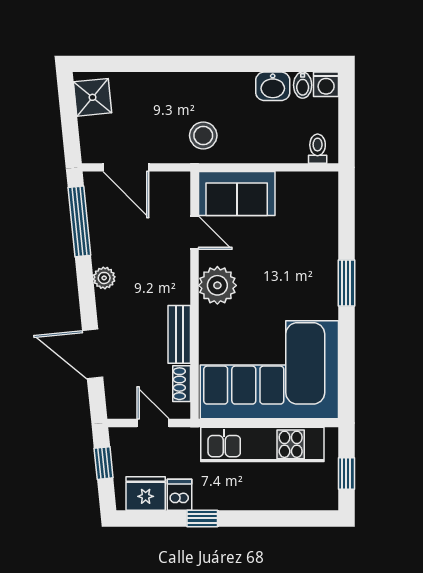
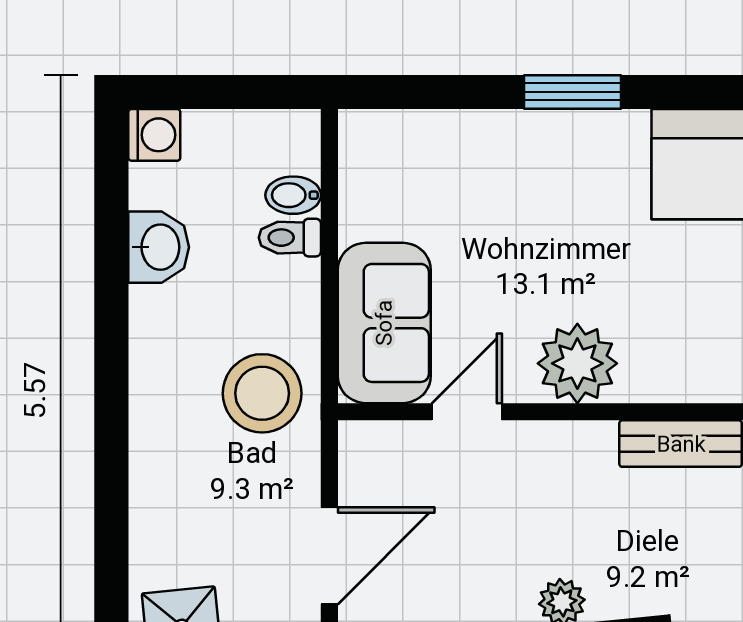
bidet: (303, 85) -> (293, 195), moved, turned 180
stool: (203, 135) -> (262, 393), width x1.38, depth x1.38
toilet: (318, 149) -> (290, 238), moved

